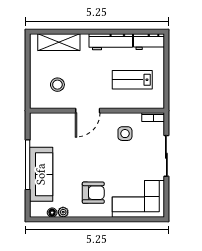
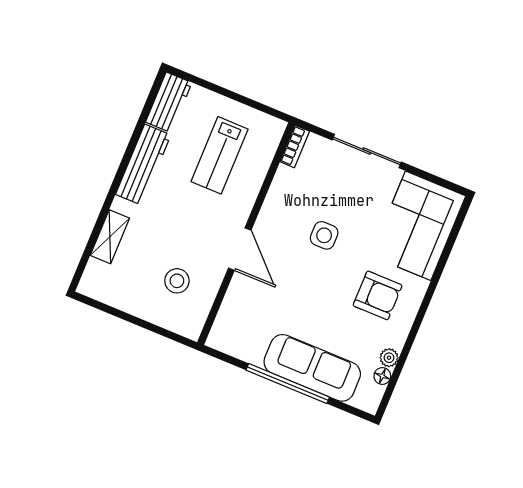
shelving: (59, 42) -> (110, 237), width x0.67, depth x0.75
side table: (125, 134) -> (324, 235), moved
armchair: (93, 193) -> (378, 295), turned 90

